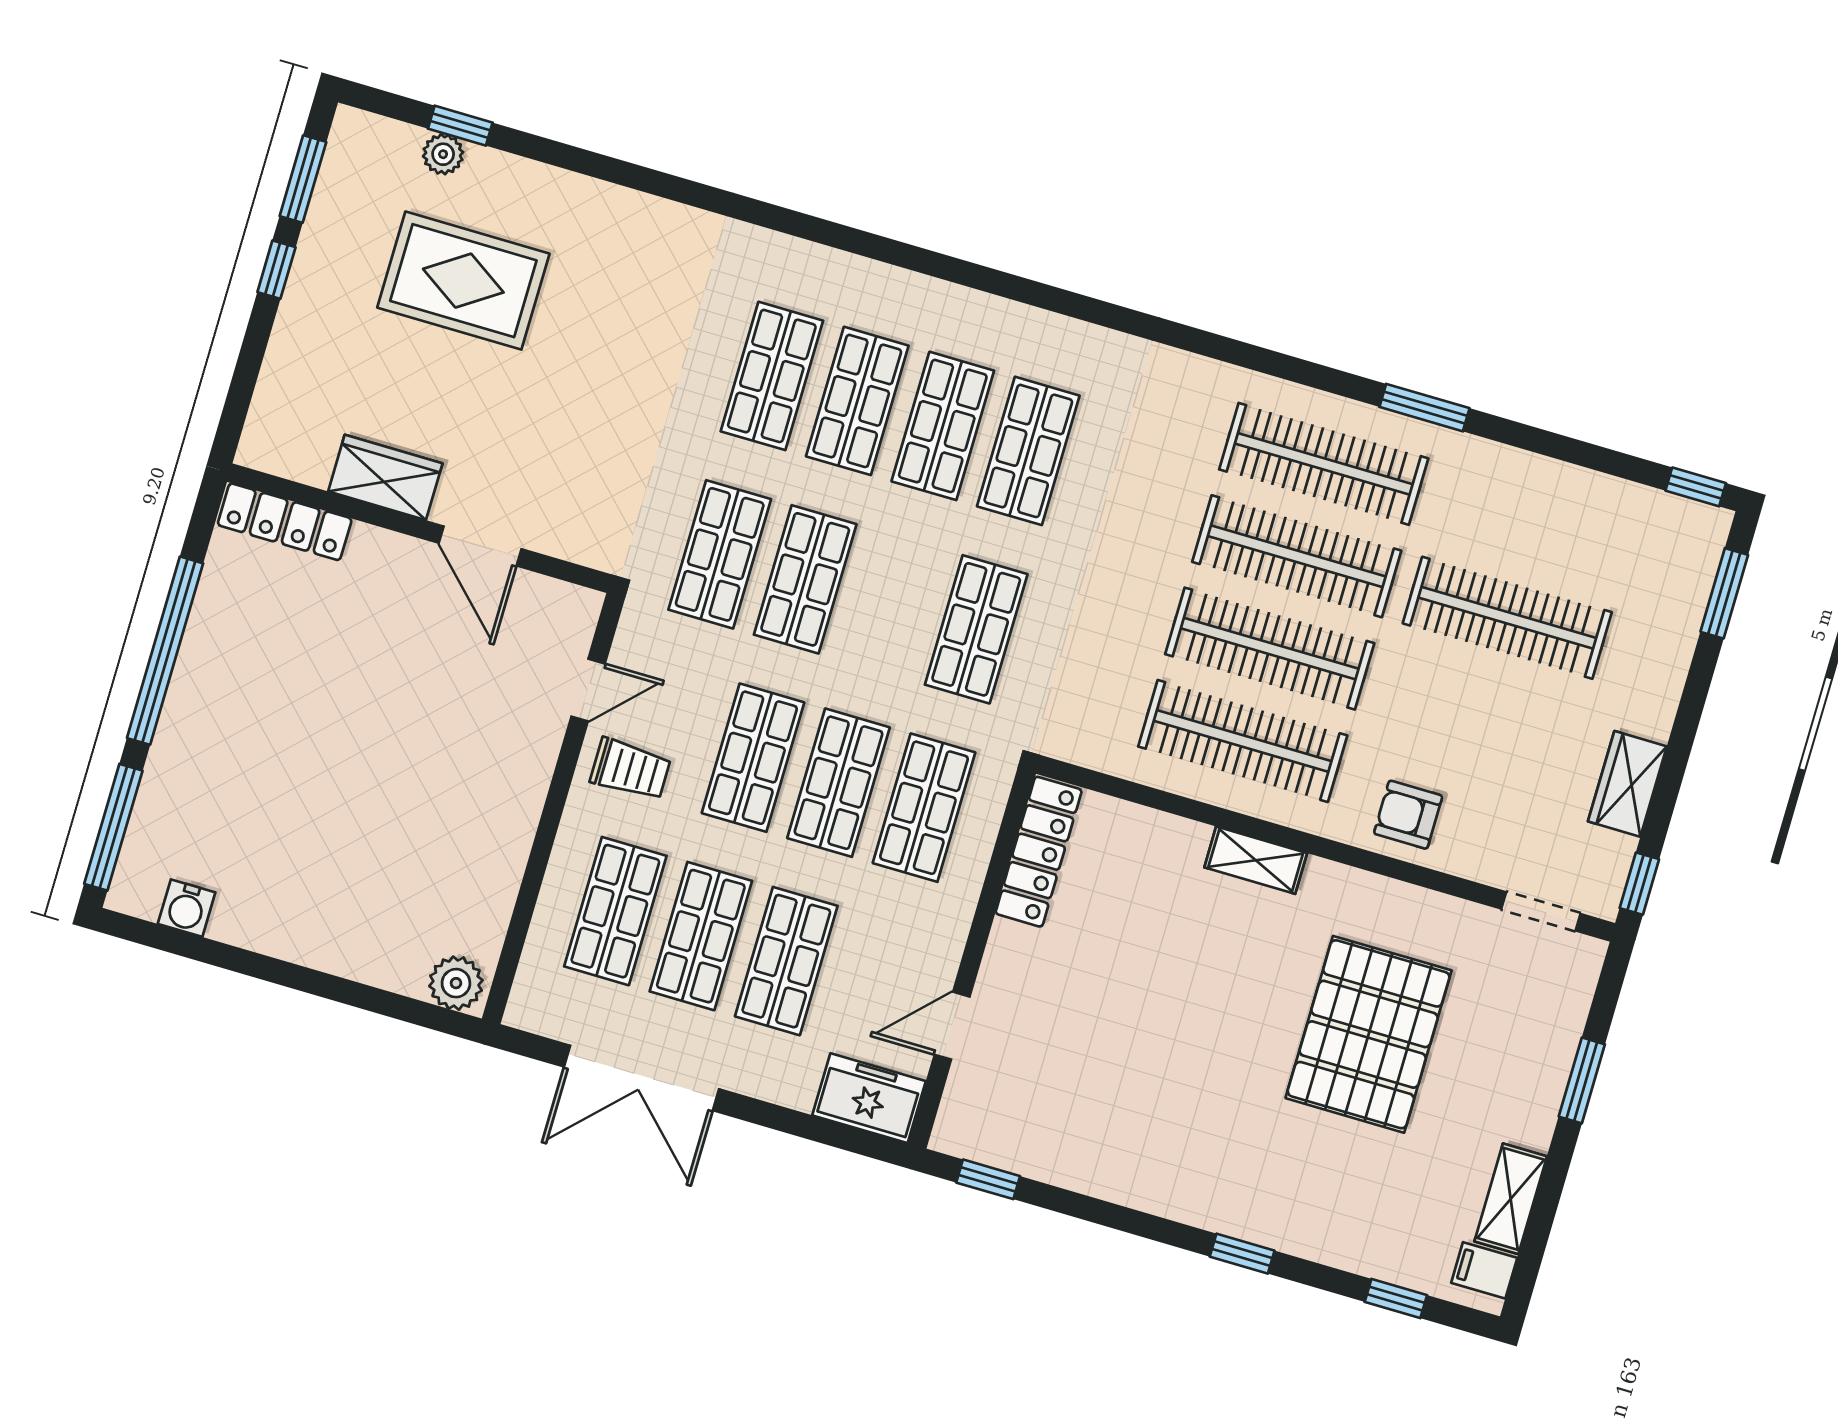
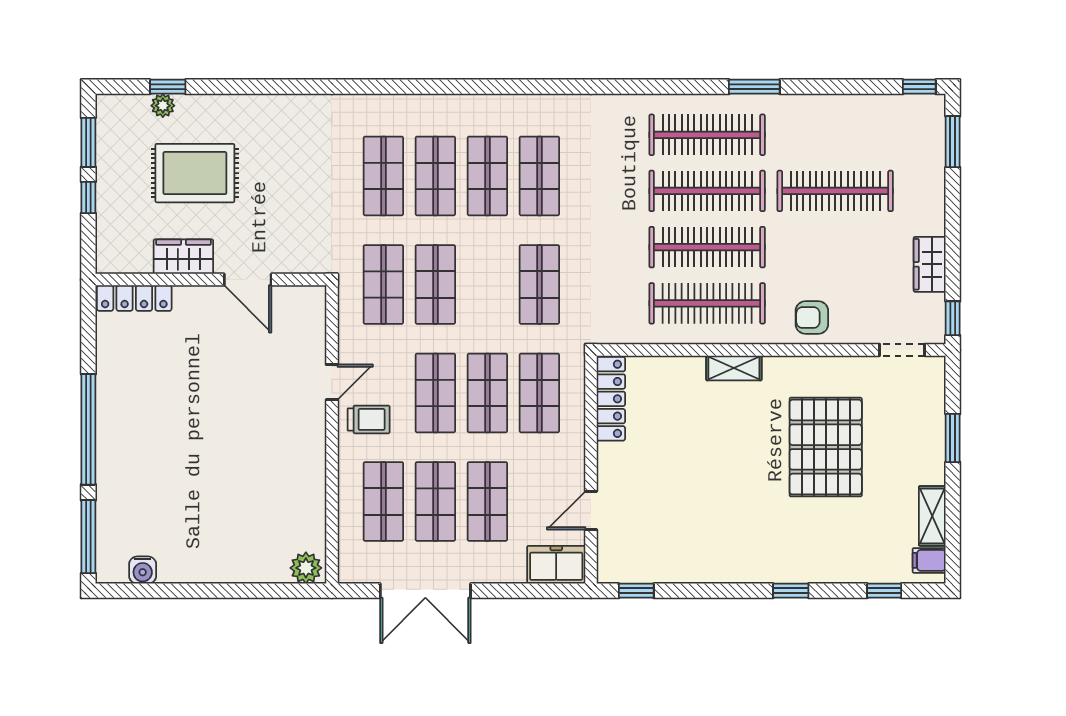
wardrobe: (385, 477) -> (183, 257), moved
locker: (285, 522) -> (134, 298), moved
wall: (419, 528) -> (211, 280), moved
door: (480, 546) -> (248, 280), moved

